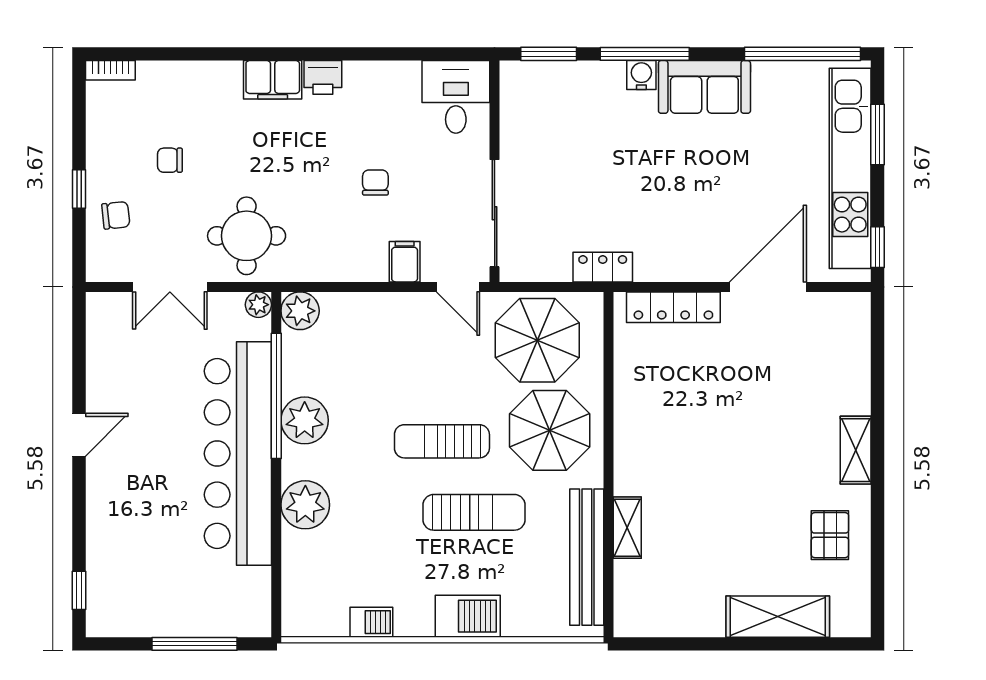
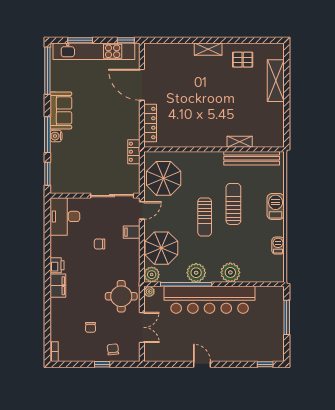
desk: (456, 97) -> (65, 216), width x1.37
parasol: (550, 430) -> (161, 248), moved

